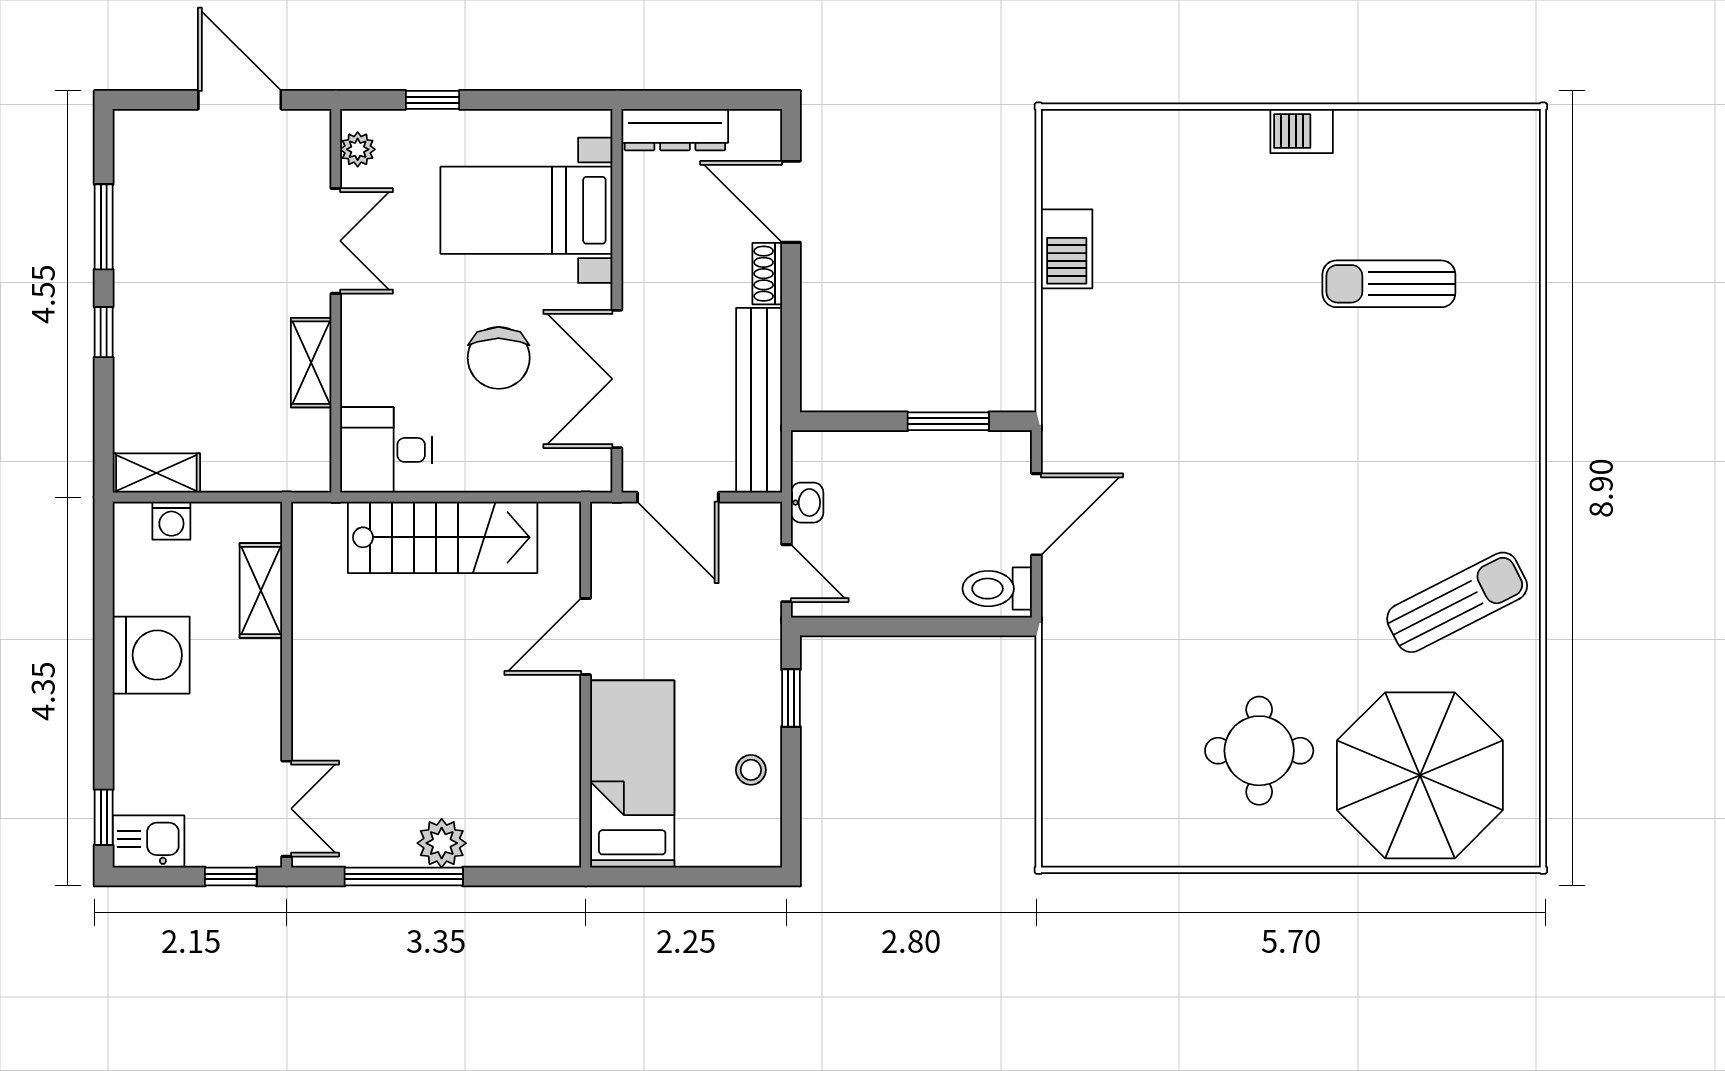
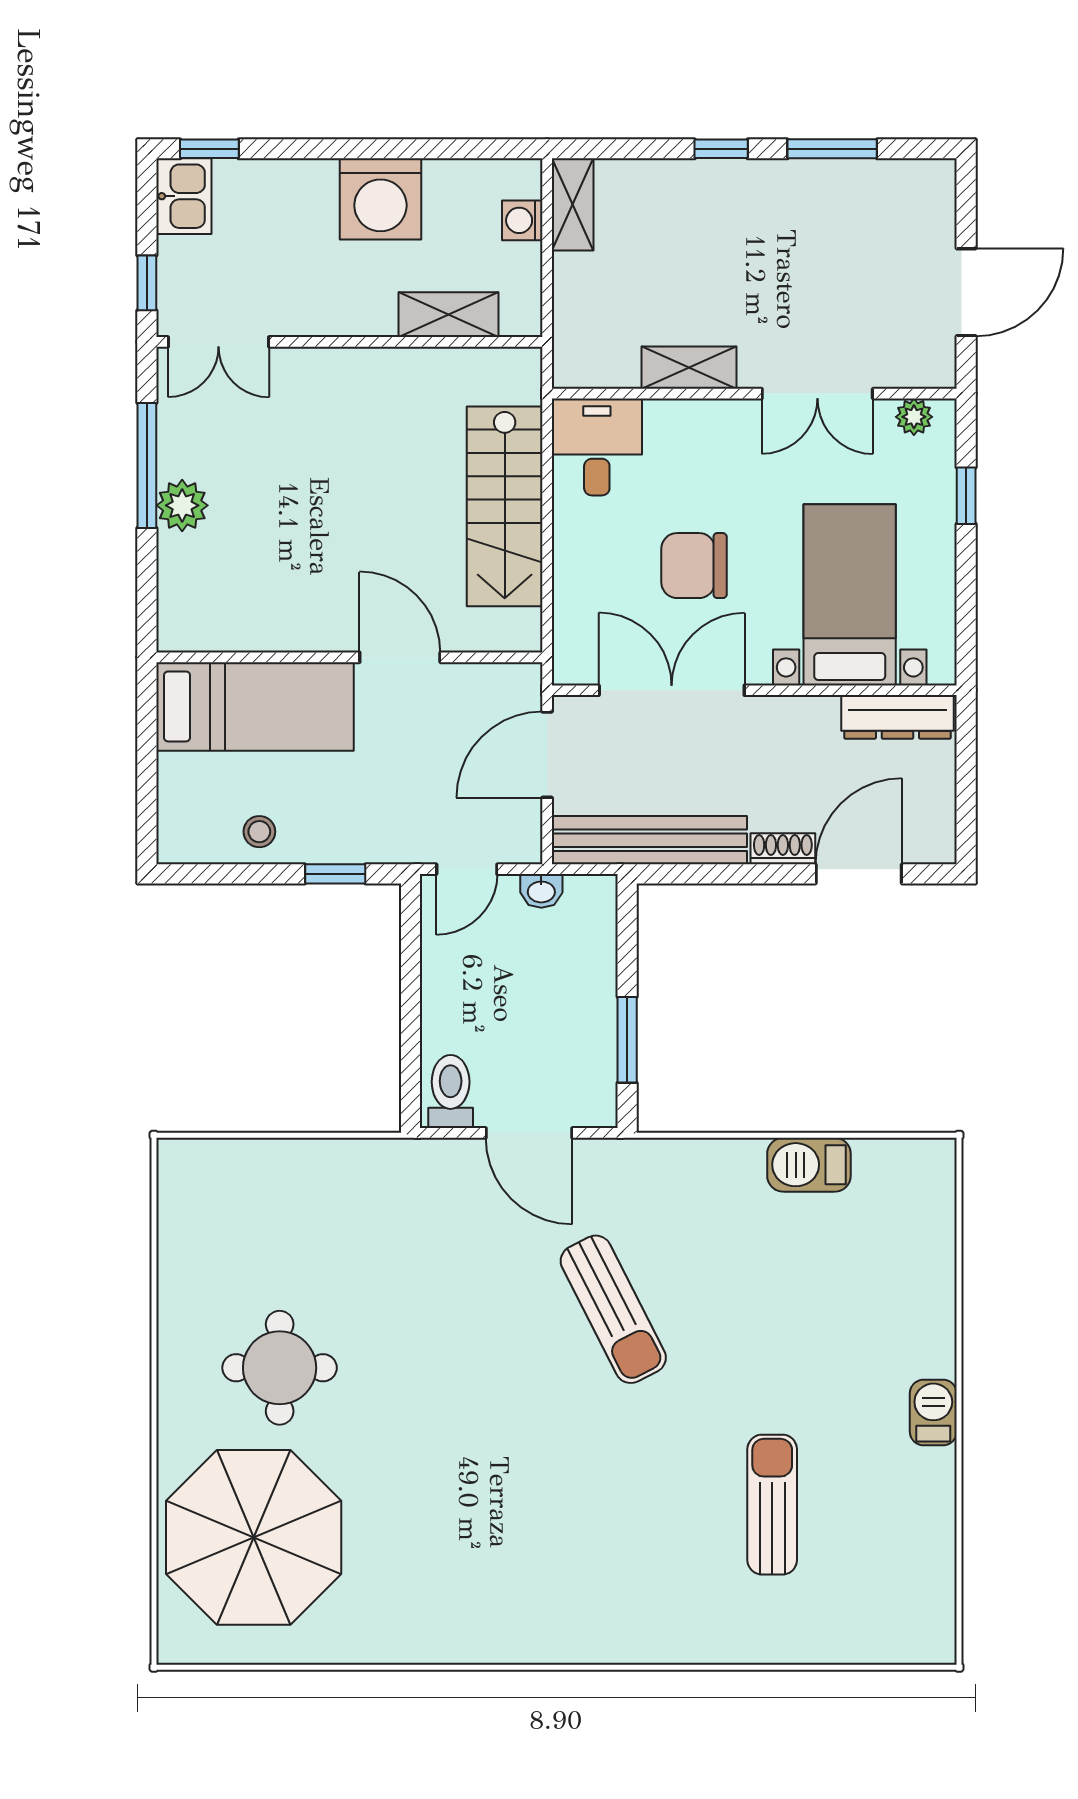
dresser: (675, 130) -> (897, 717), moved, turned -90
sun lounger: (1457, 602) -> (613, 1309), moved

